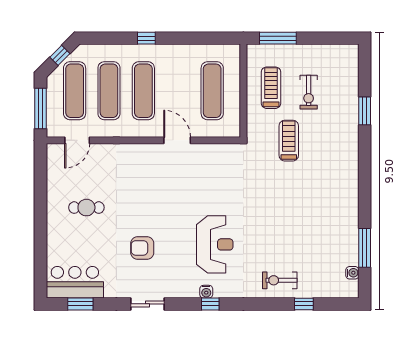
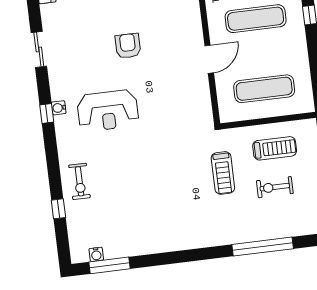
window: (365, 111) -> (263, 247), width x2.11
treadmill: (289, 141) -> (223, 173), turned 90
armchair: (142, 248) -> (128, 46), moved
window: (365, 248) -> (110, 265), moved
exercise bike: (280, 280) -> (79, 181), turned 180

